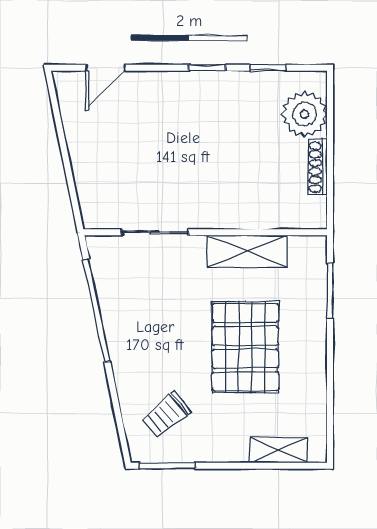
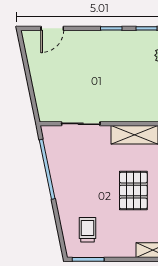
pallet: (245, 347) -> (133, 191), width x0.73, depth x0.71
trolley: (166, 415) -> (87, 230), turned 129

